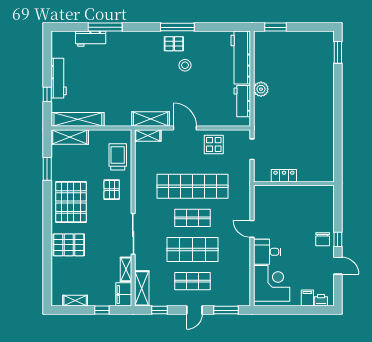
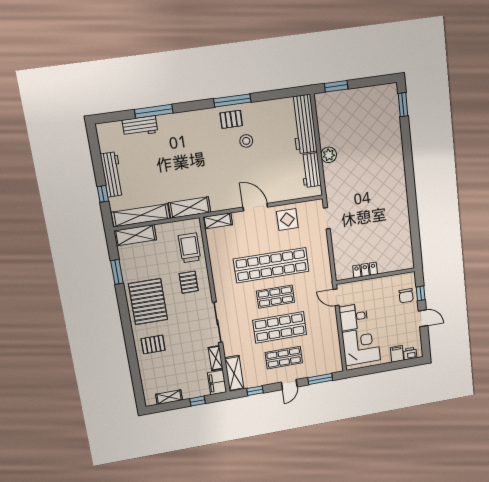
shelving: (151, 119) -> (190, 208), moved
locker: (284, 176) -> (365, 270), moved
wall: (294, 184) -> (376, 276), moved
pallet: (69, 245) -> (153, 344), width x0.67, depth x0.71

